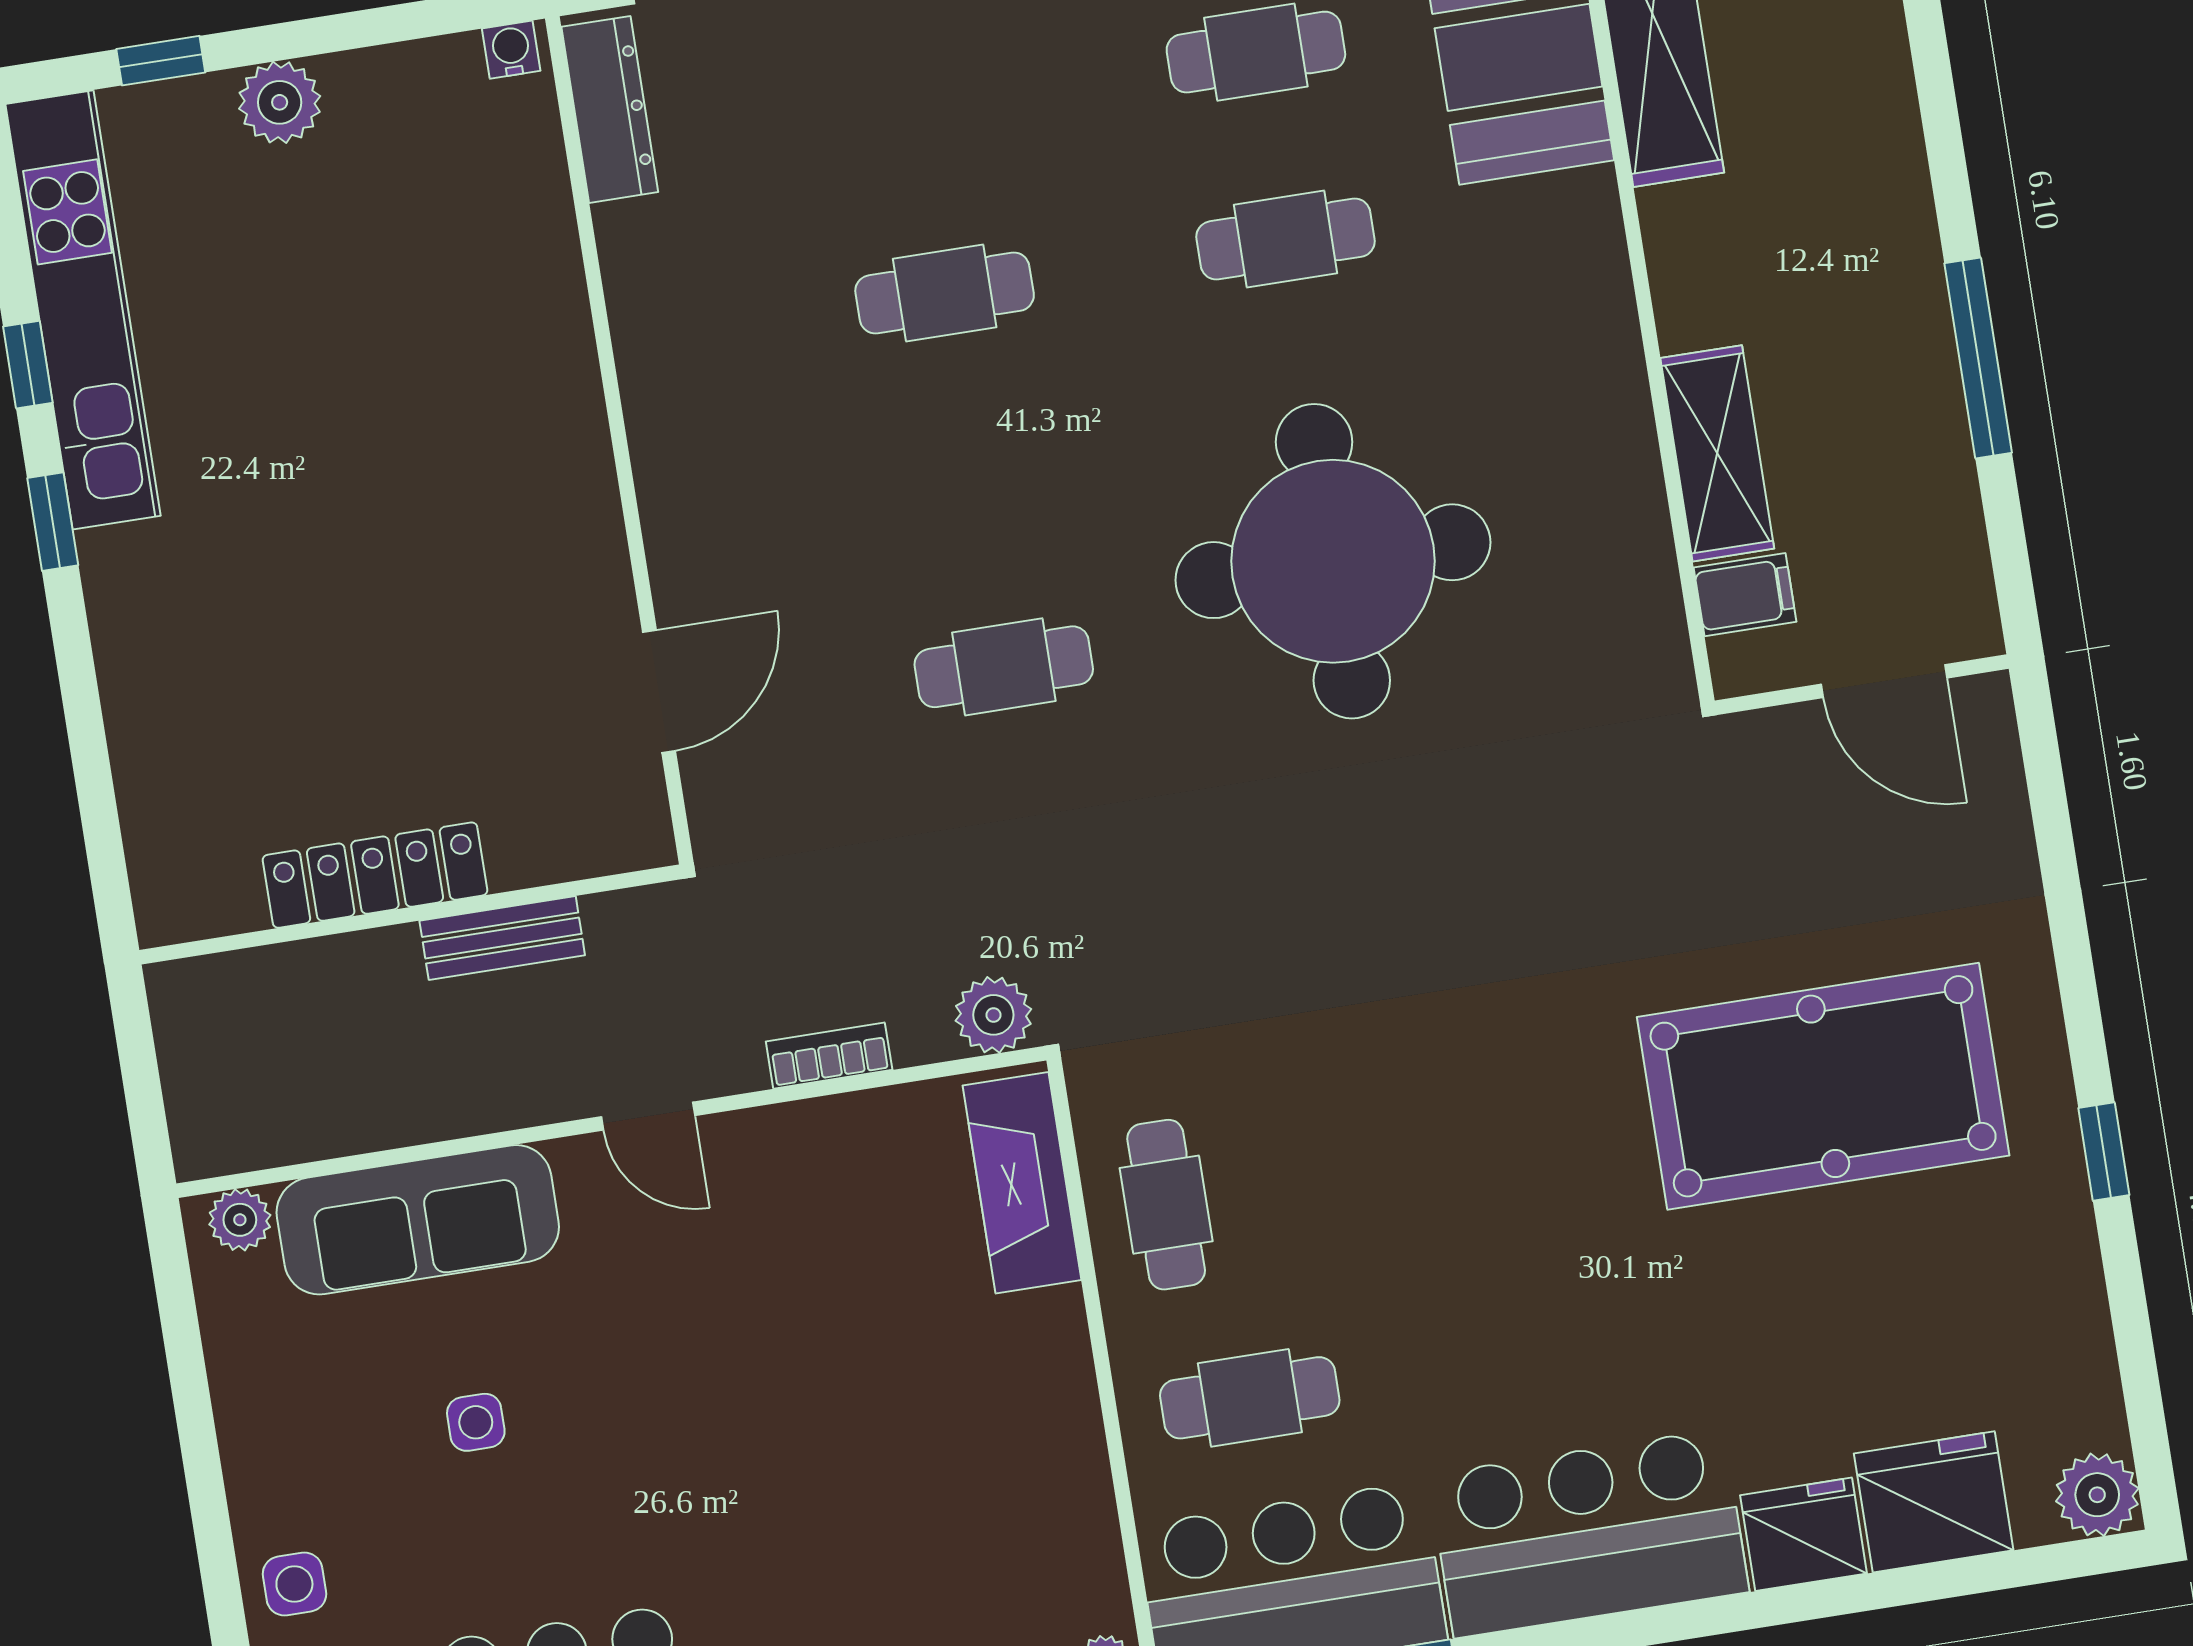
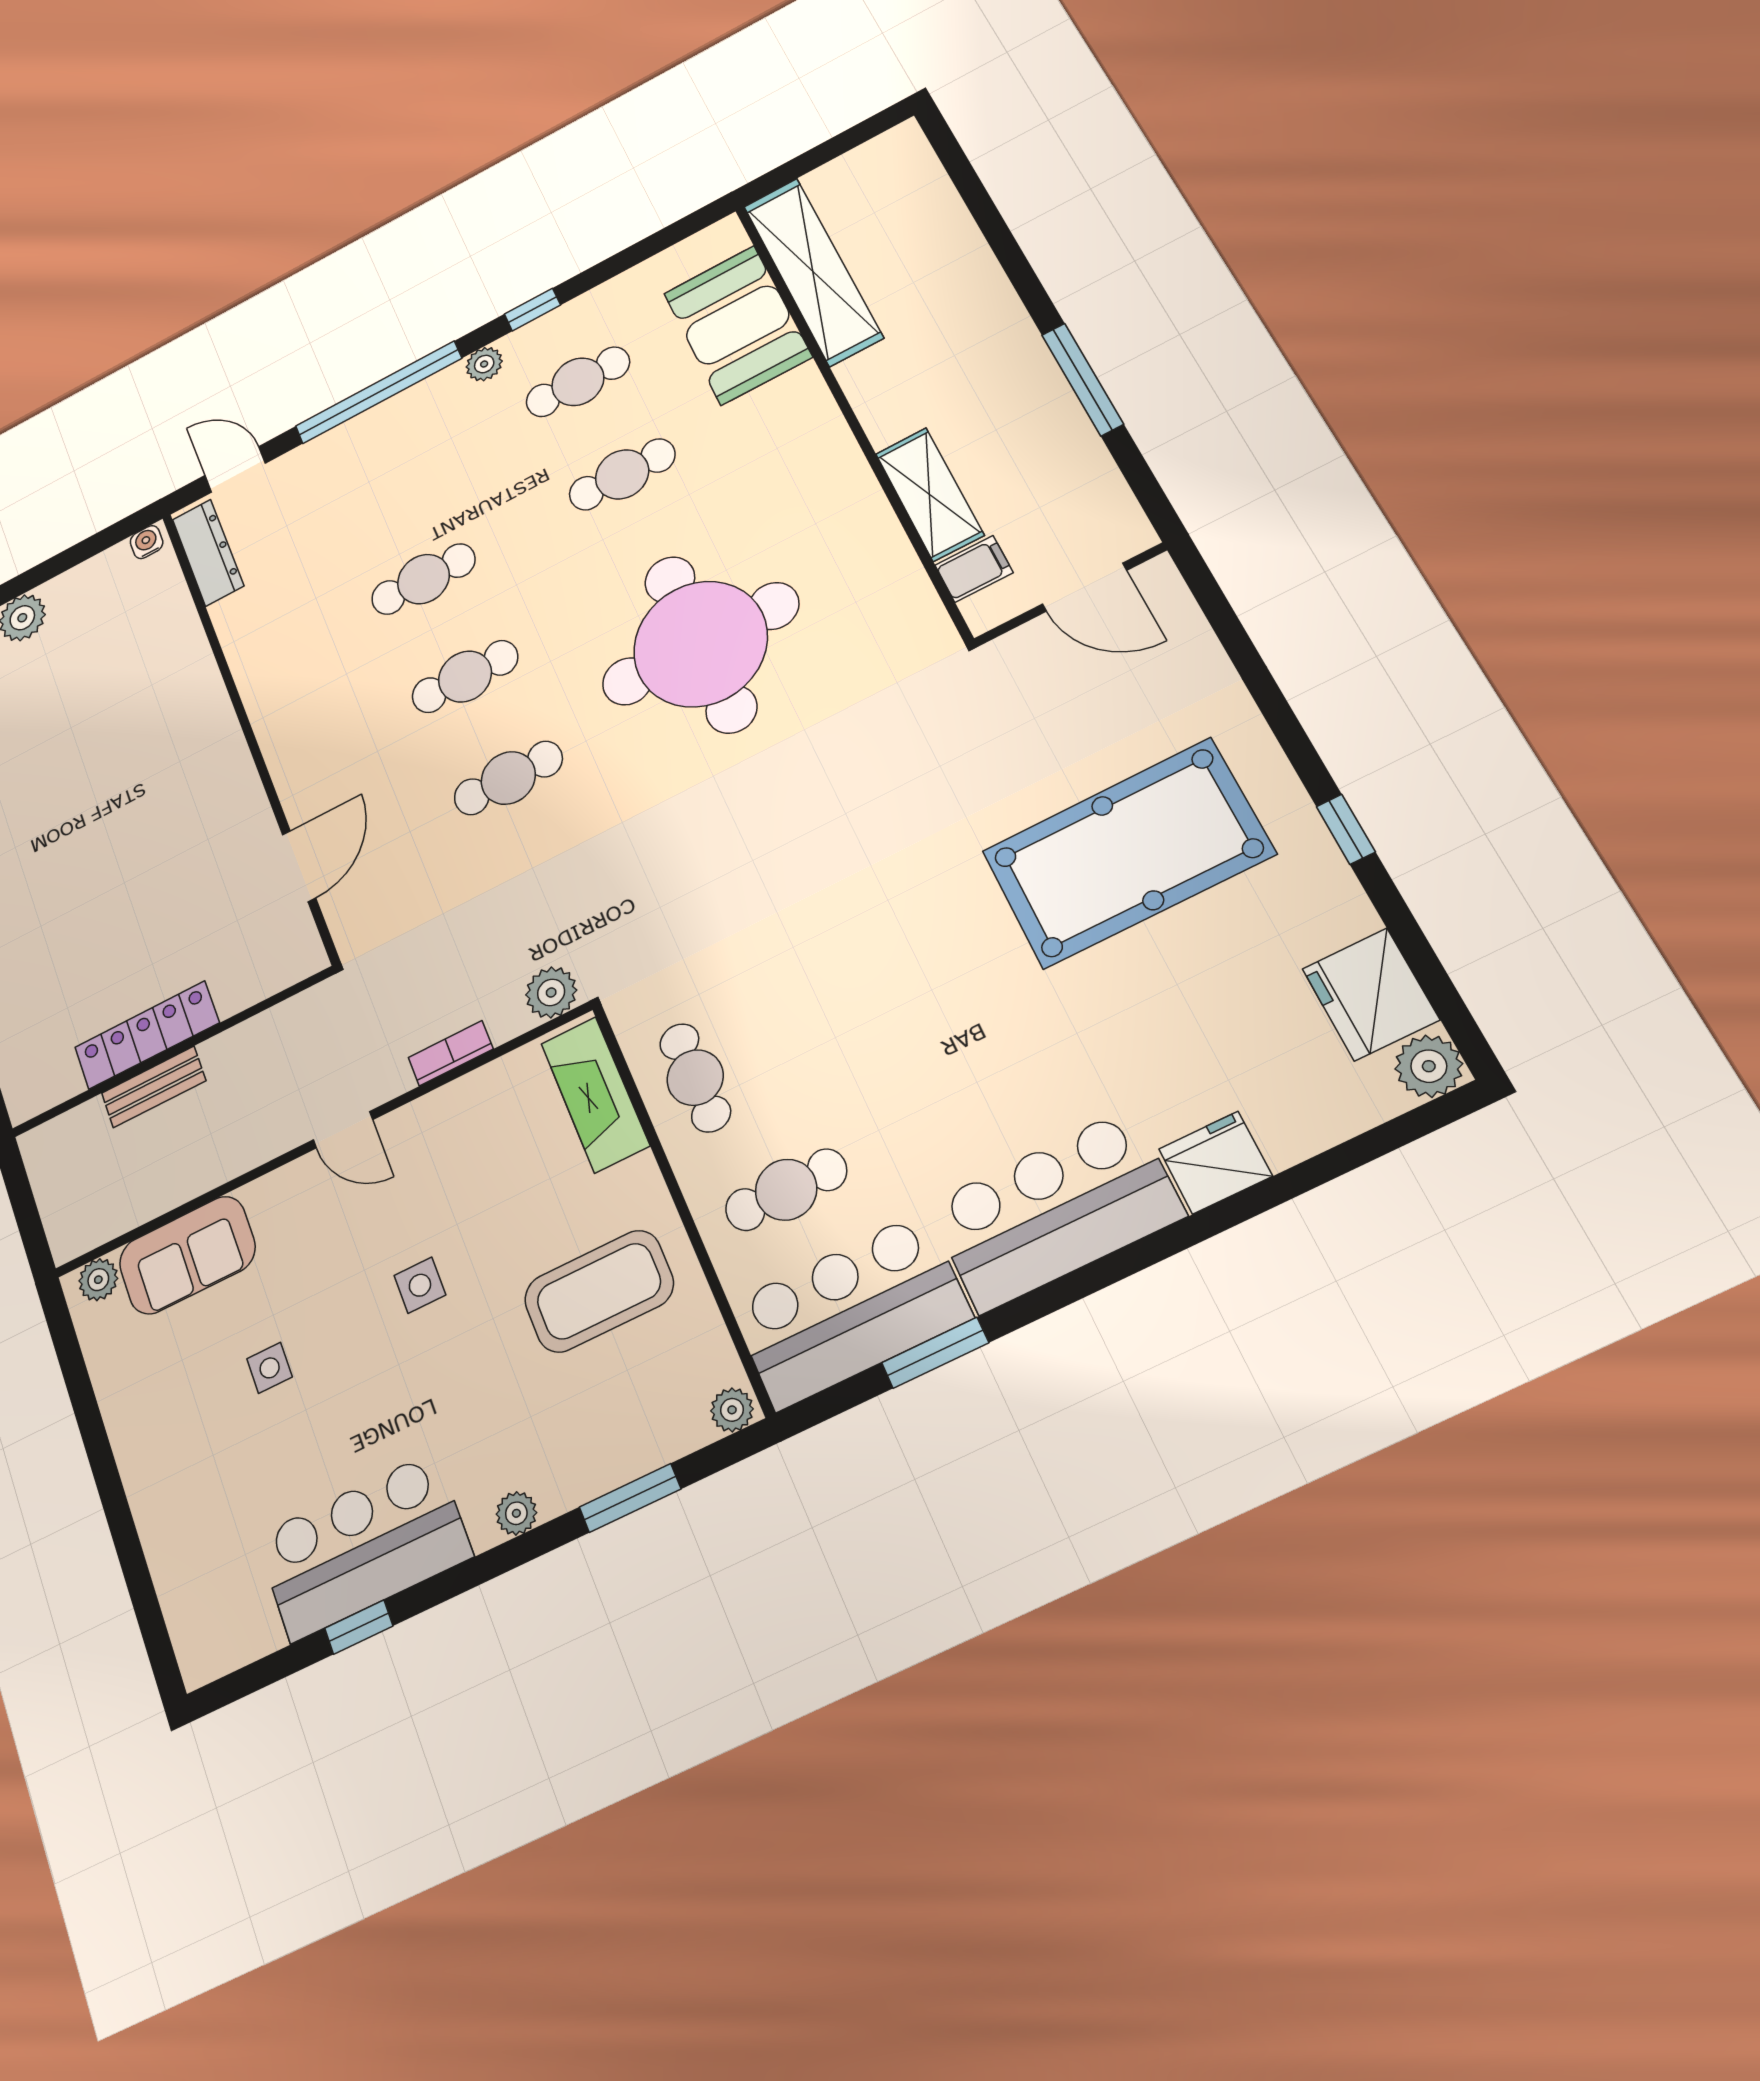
cafe table: (974, 480) -> (465, 677), added
bench: (502, 938) -> (154, 1087), moved
sofa: (418, 1220) -> (187, 1255), width x0.73
coffee table: (964, 1456) -> (599, 1291), added
fridge: (1934, 1502) -> (1371, 994), moved, turned -90
side table: (294, 1584) -> (420, 1285), moved

